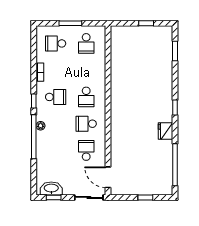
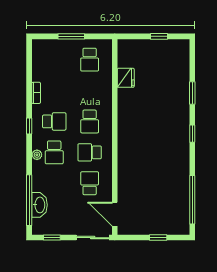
school desk: (56, 43) -> (54, 152), moved, turned -90
window: (175, 51) -> (192, 93), moved
fridge: (165, 131) -> (126, 78), moved, turned 180
window: (34, 137) -> (29, 200), moved
washbasin: (51, 188) -> (39, 205), moved, turned 90

